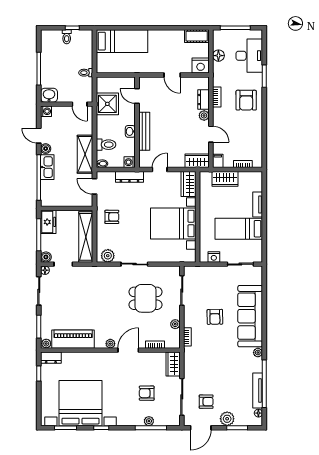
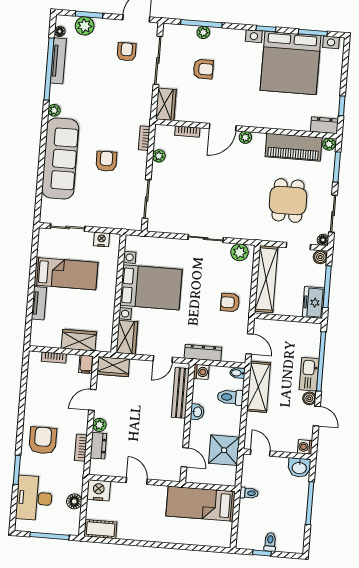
bed: (122, 41) -> (201, 504), moved
bench: (144, 131) -> (180, 393), moved
door: (211, 134) -> (92, 400), hinge flipped
dining table: (146, 298) -> (288, 201), moved, turned 90
armchair: (206, 402) -> (127, 52), turned 90
plant: (227, 419) -> (85, 26), moved

